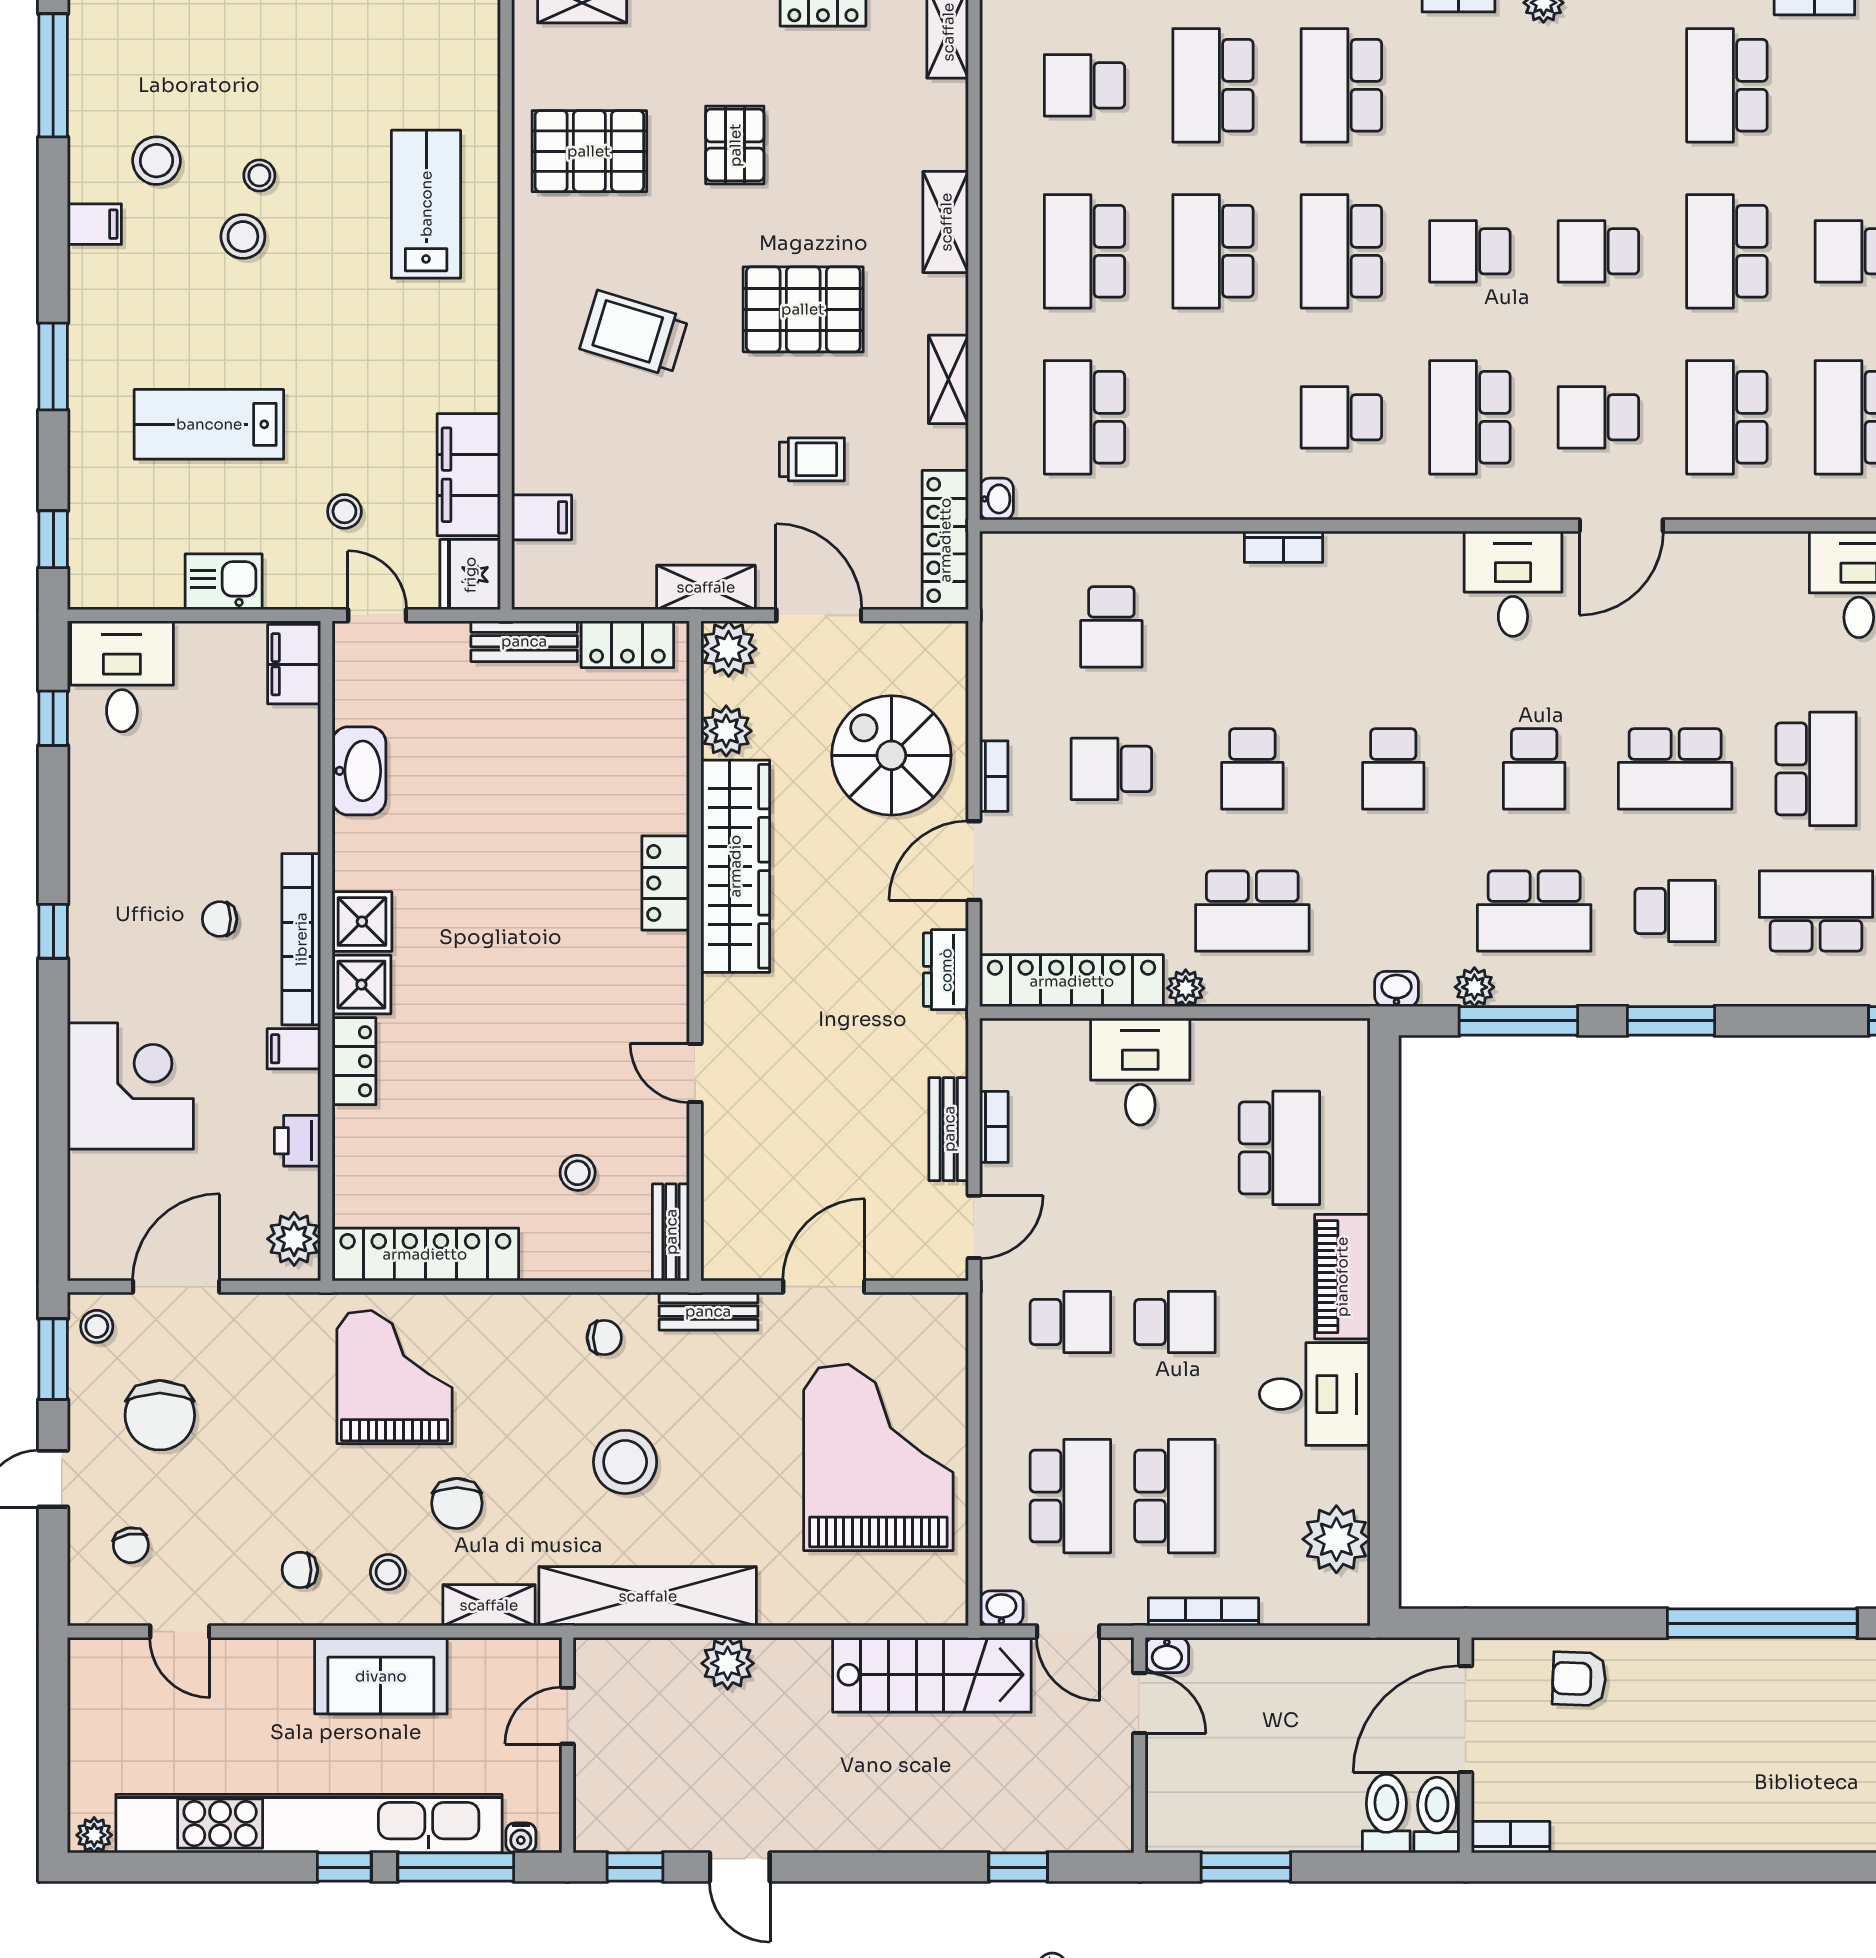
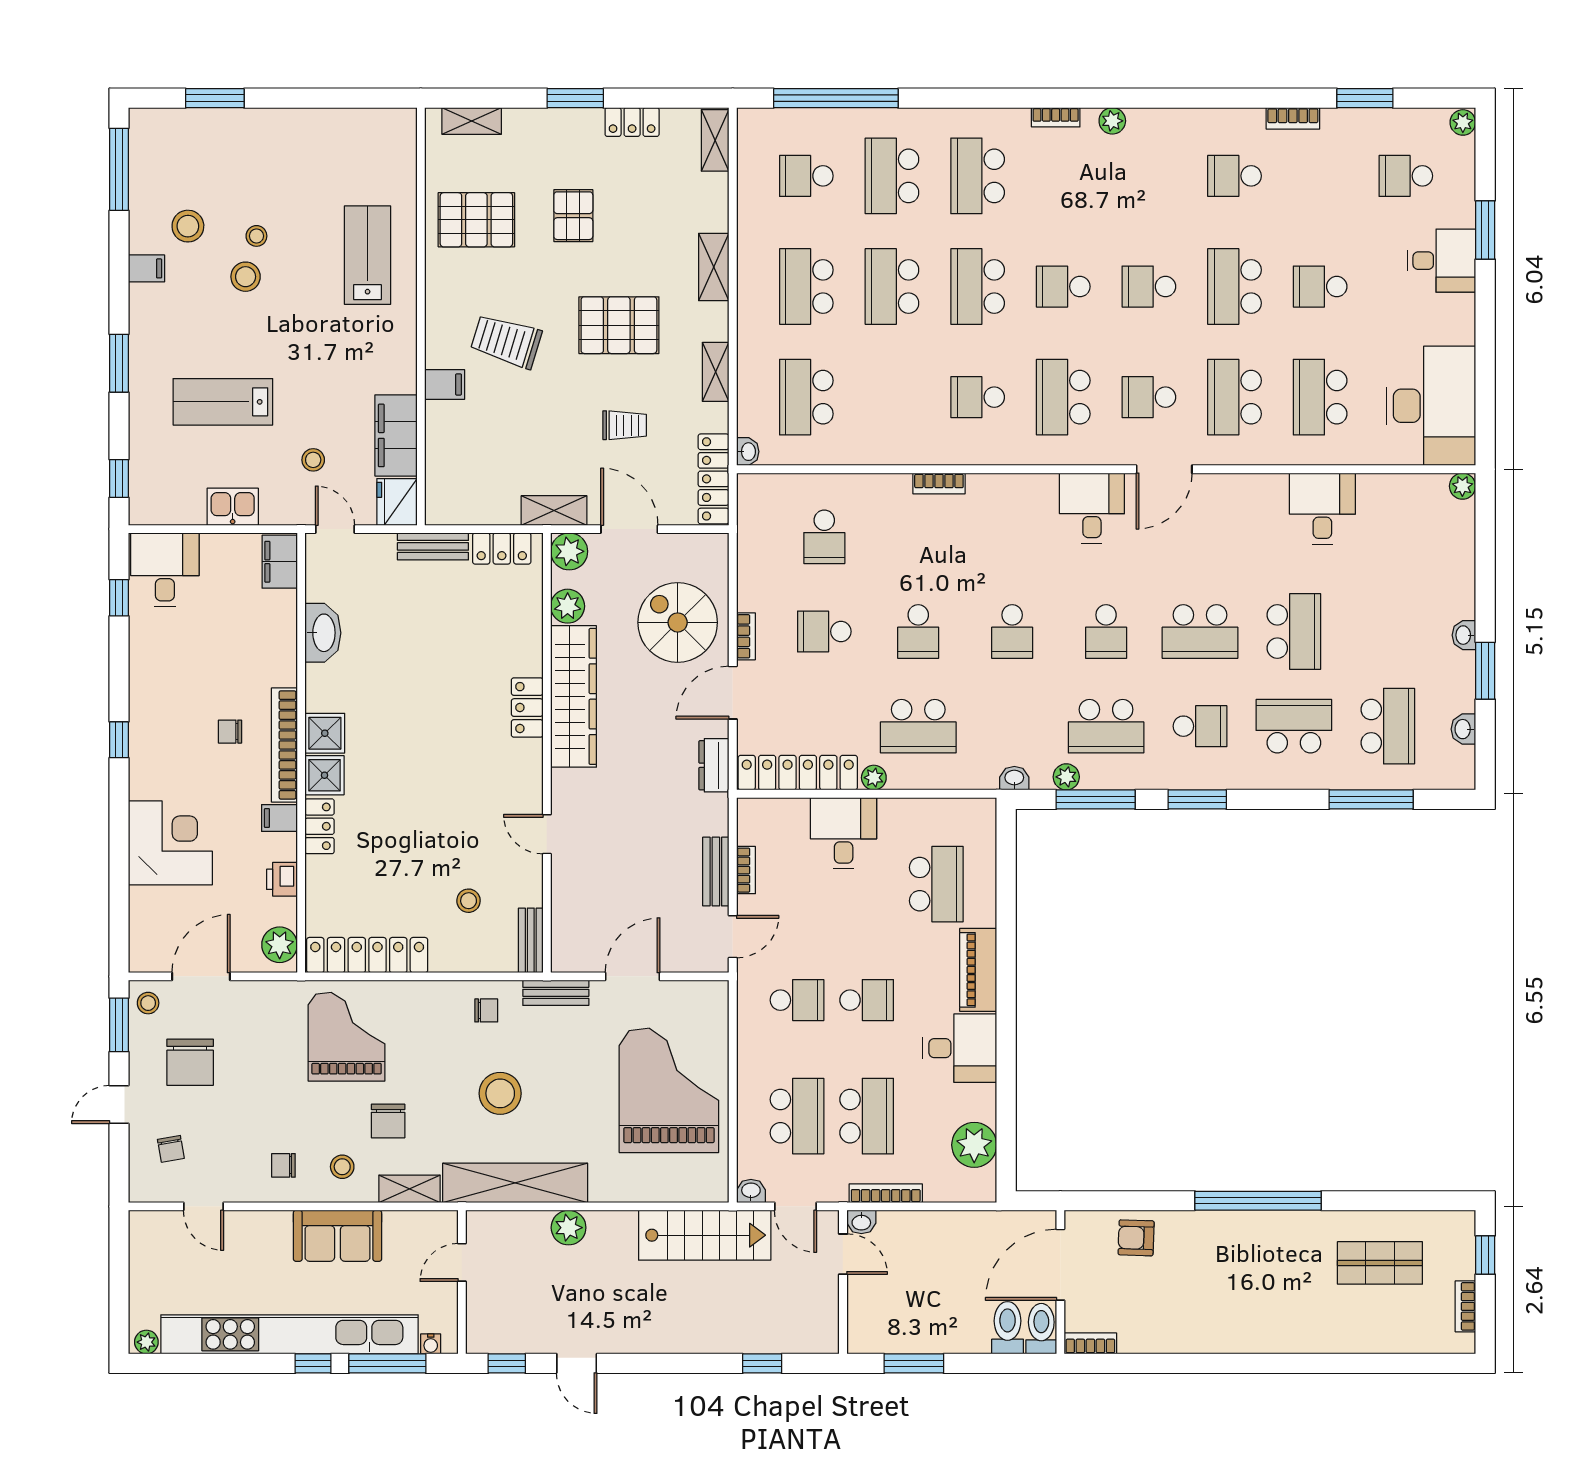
school desk: (1727, 85) -> (1235, 176), width x0.54
filing cabinet: (542, 517) -> (445, 384), moved

